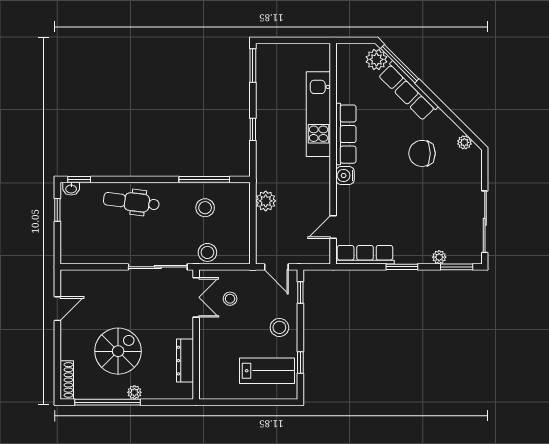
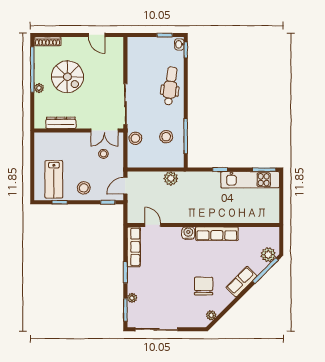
row of seats: (408, 91) -> (241, 282), width x0.68
kitchen unit: (318, 114) -> (250, 180), moved, turned 180

